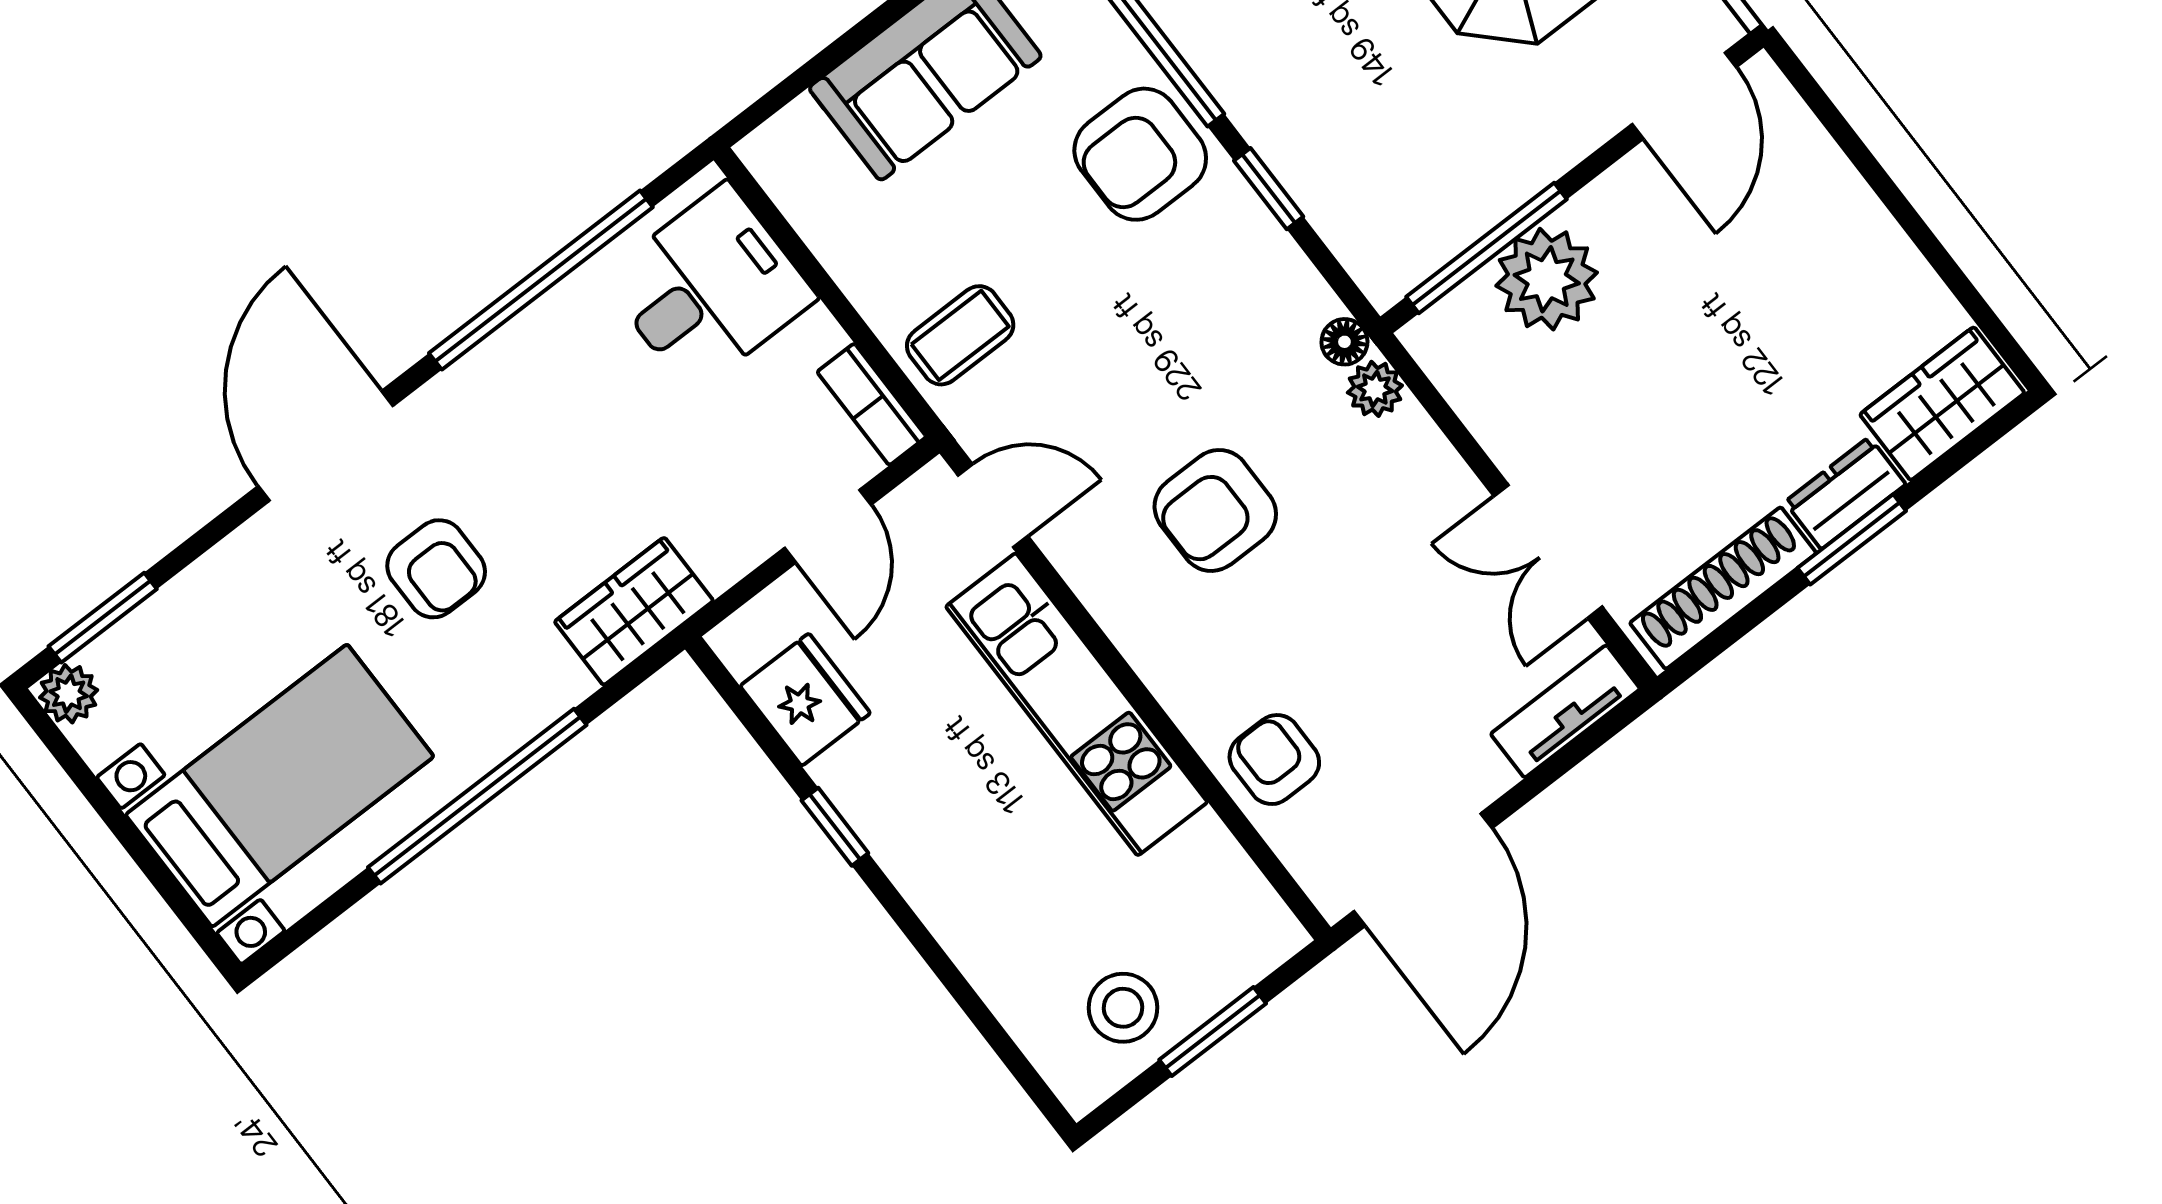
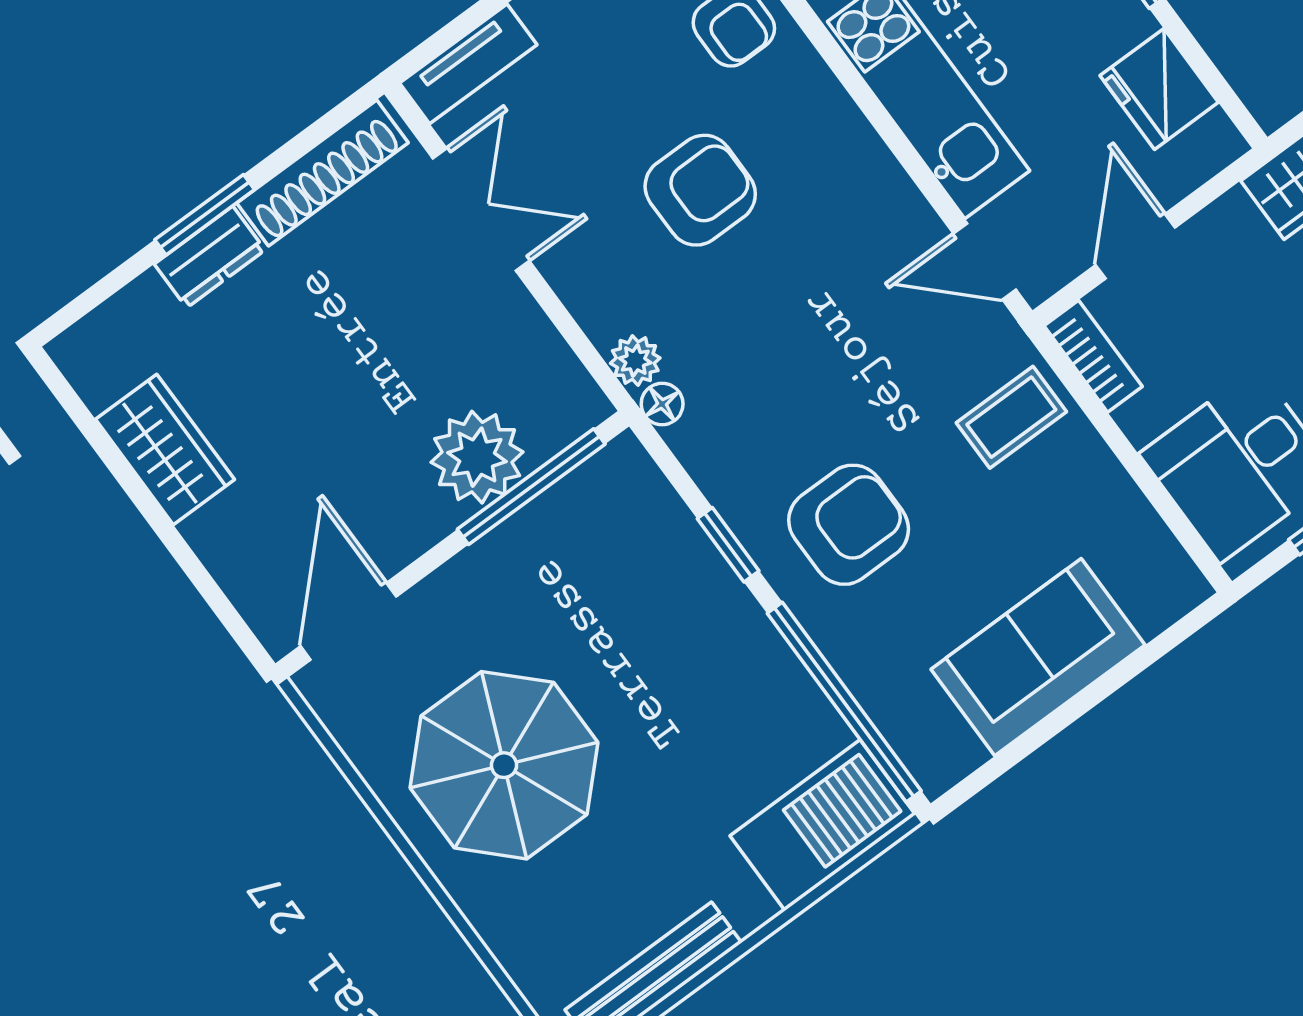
armchair: (1140, 154) -> (849, 525), moved
wardrobe: (1942, 404) -> (165, 449), moved, turned -90
armchair: (1215, 510) -> (700, 190), moved

